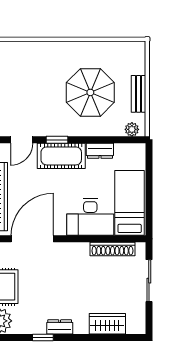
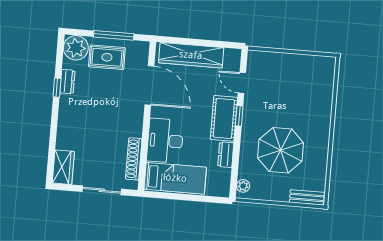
bench: (138, 94) -> (307, 197), moved
wardrobe: (107, 324) -> (63, 167), moved
dresser: (60, 327) -> (67, 82), moved

